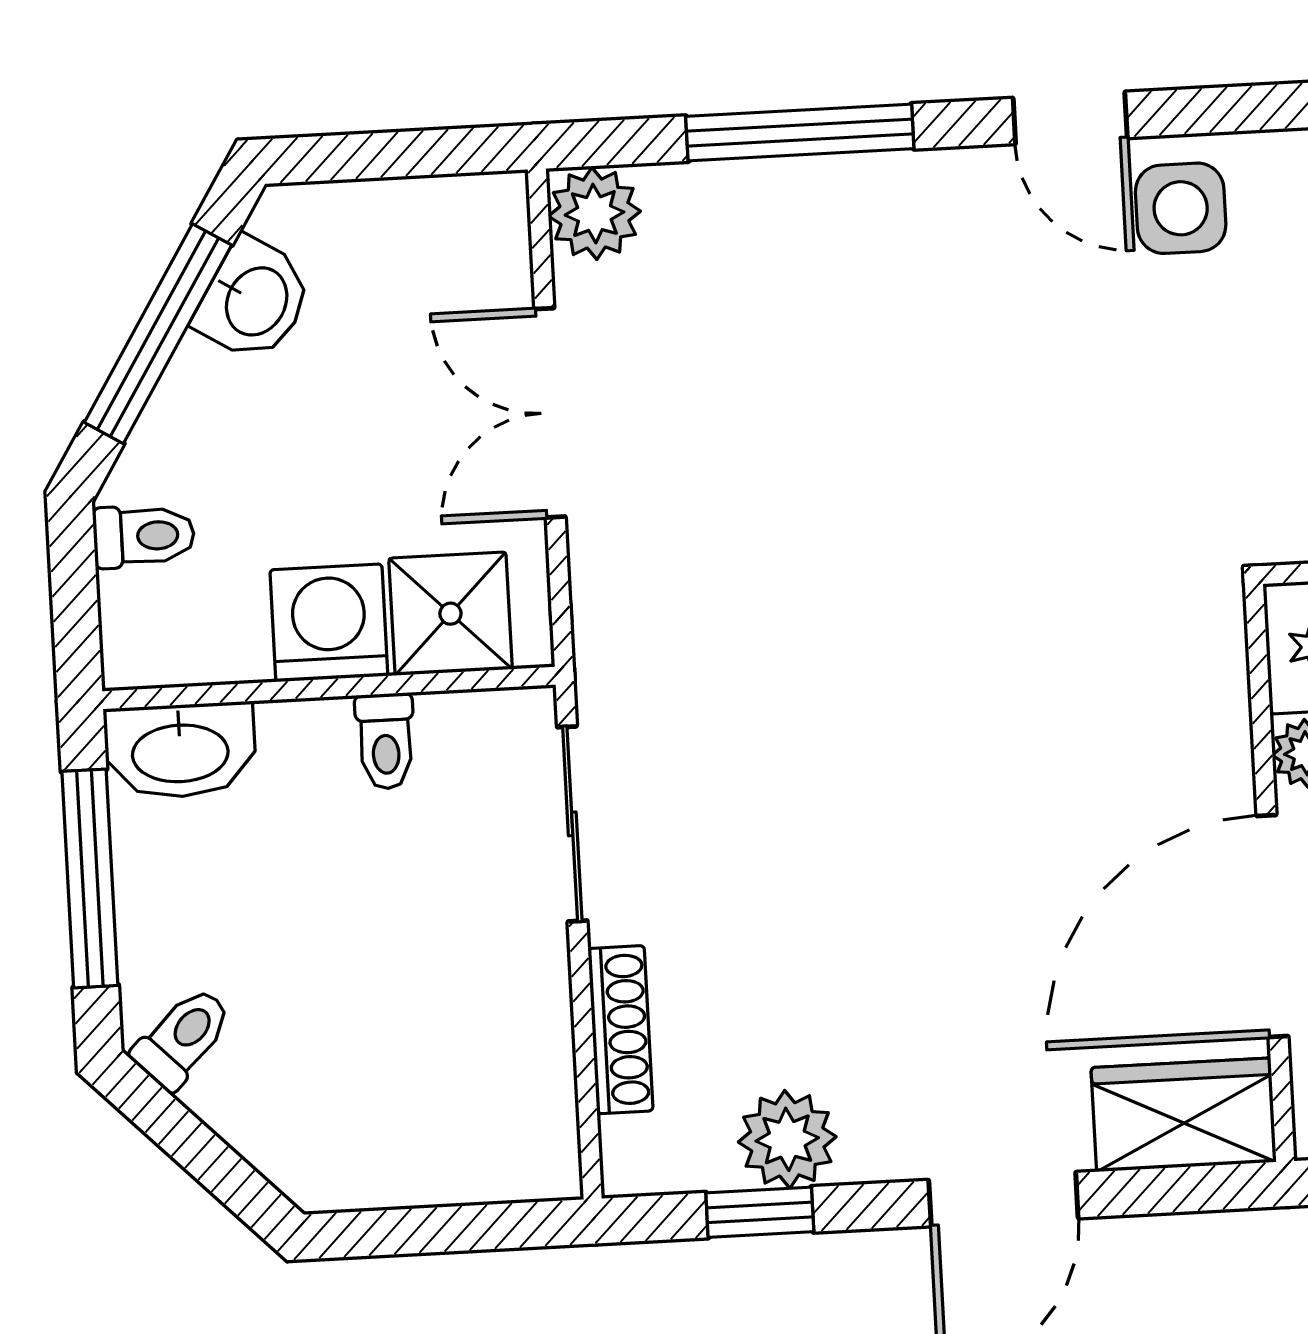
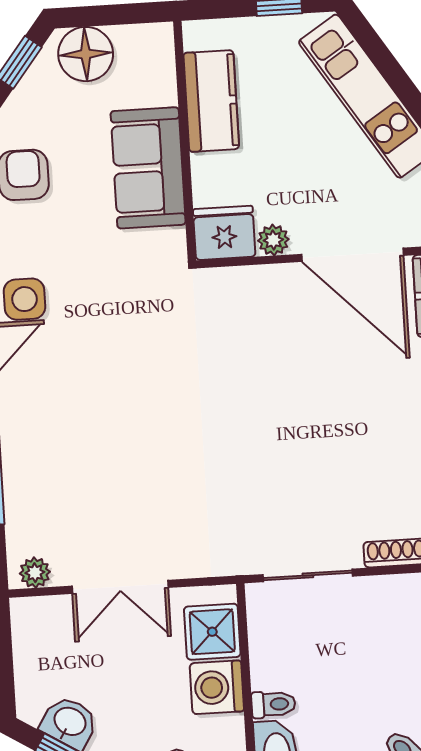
plant: (594, 214) -> (35, 573), width x0.73, depth x0.73
toilet: (385, 741) -> (273, 704), moved

